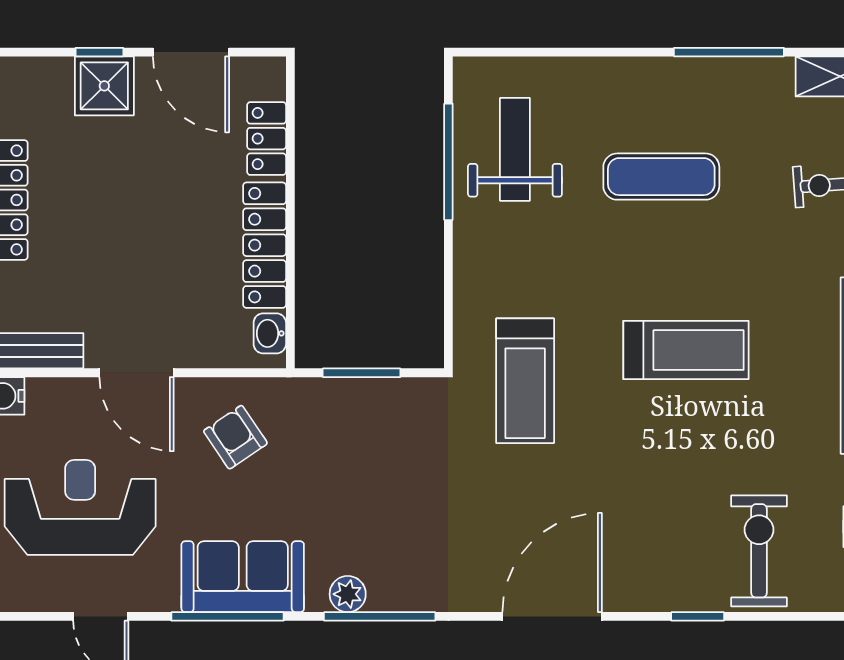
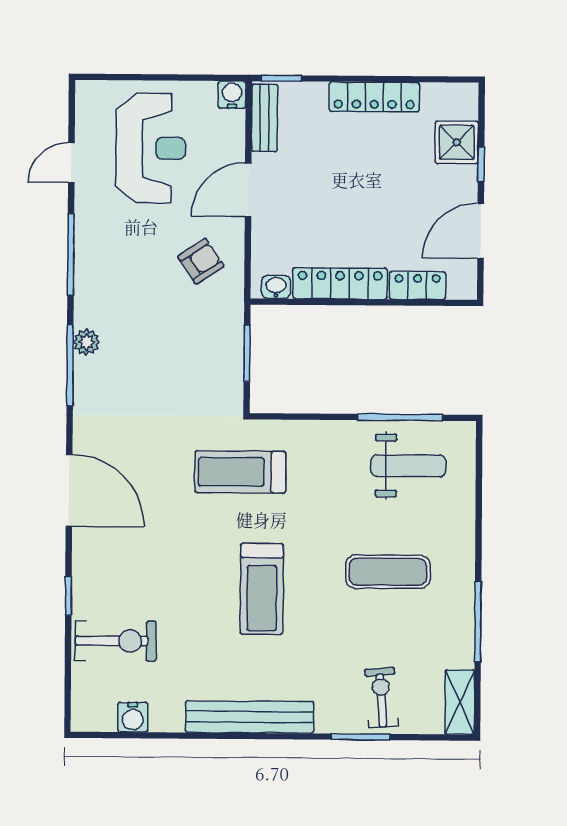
shower: (104, 86) -> (457, 142), moved
exercise mat: (661, 177) -> (388, 572), turned 90
sofa: (243, 577) -> (100, 266), removed

